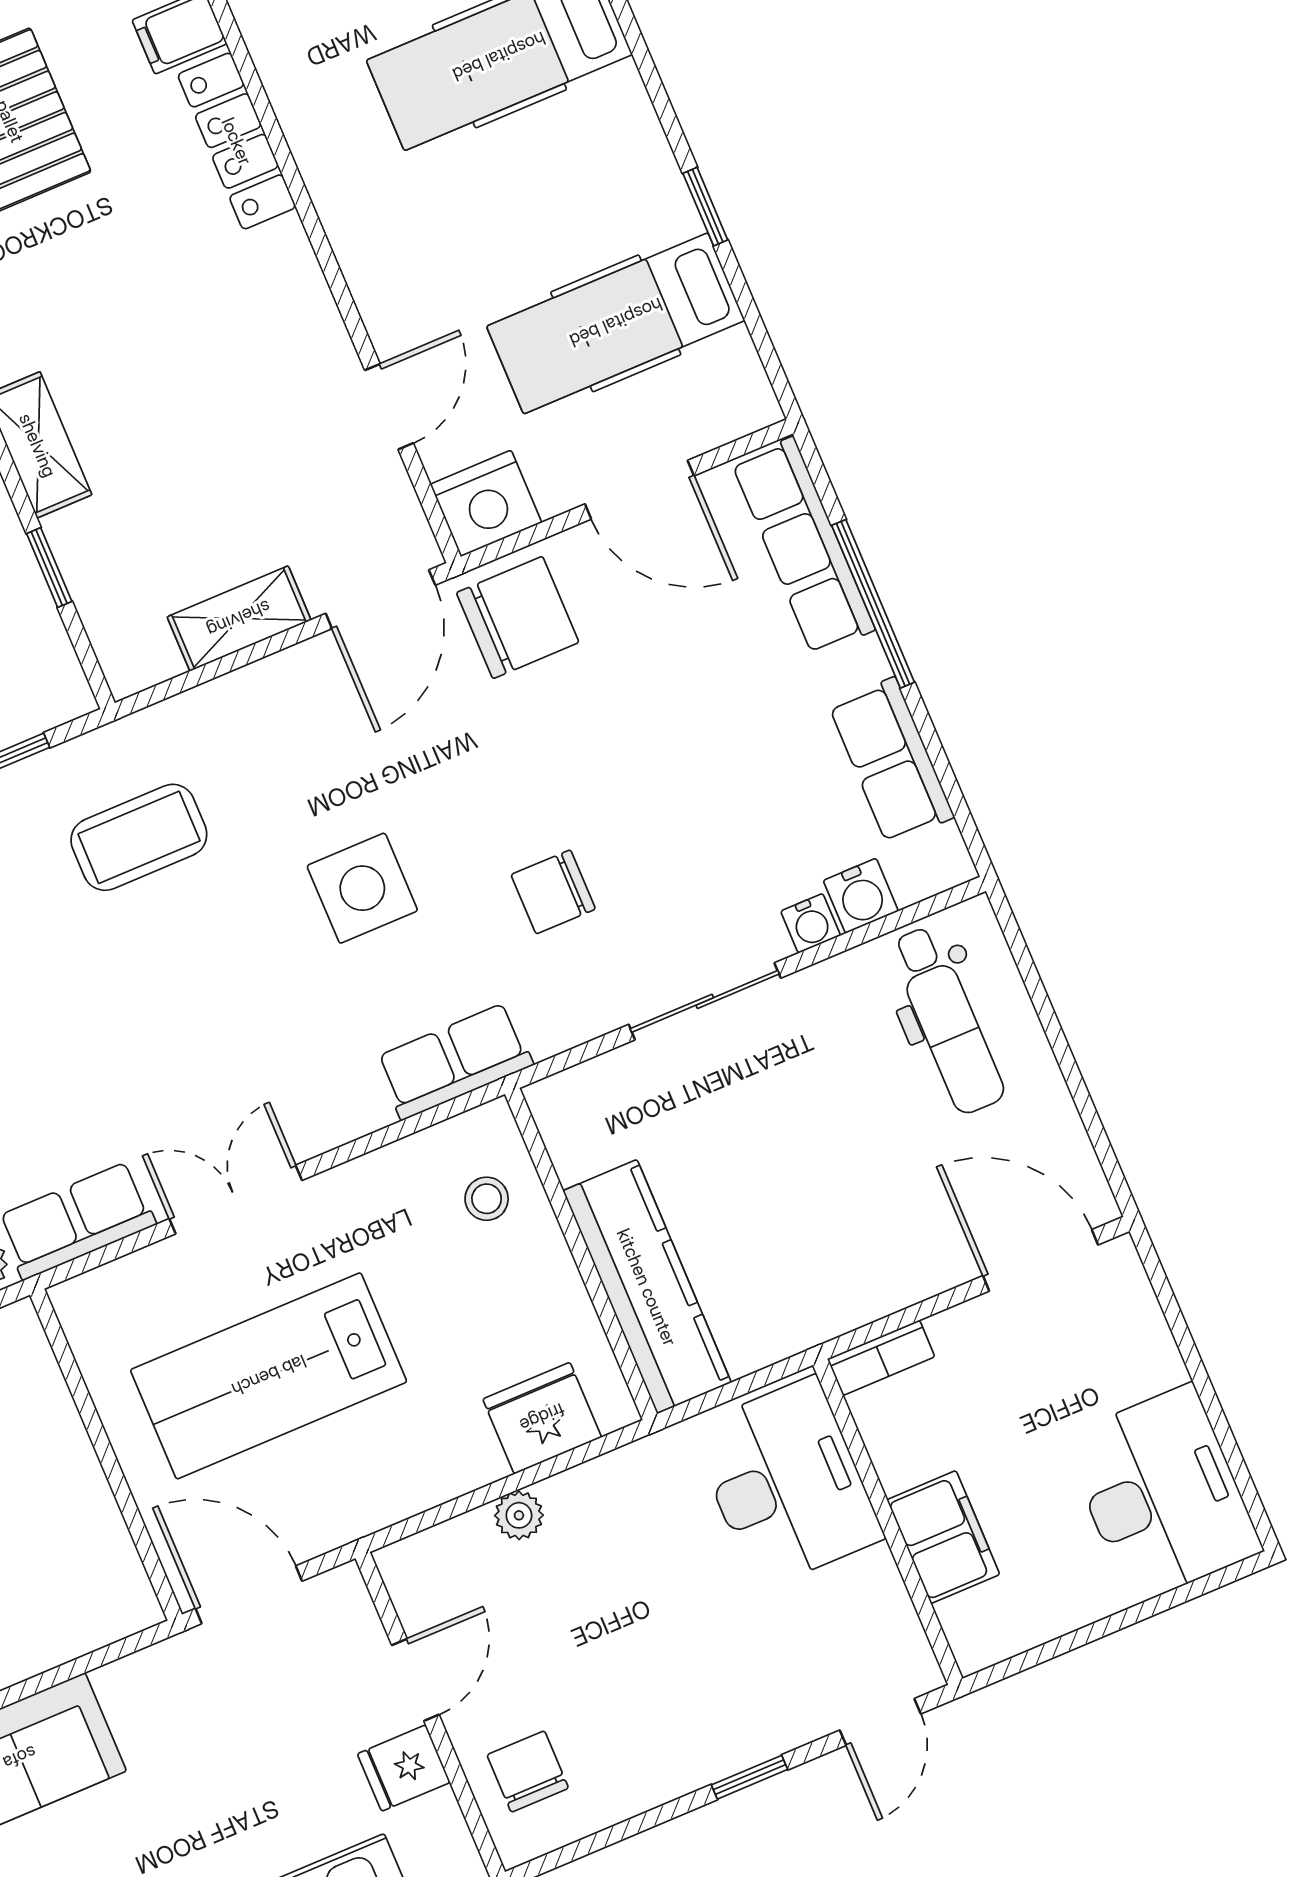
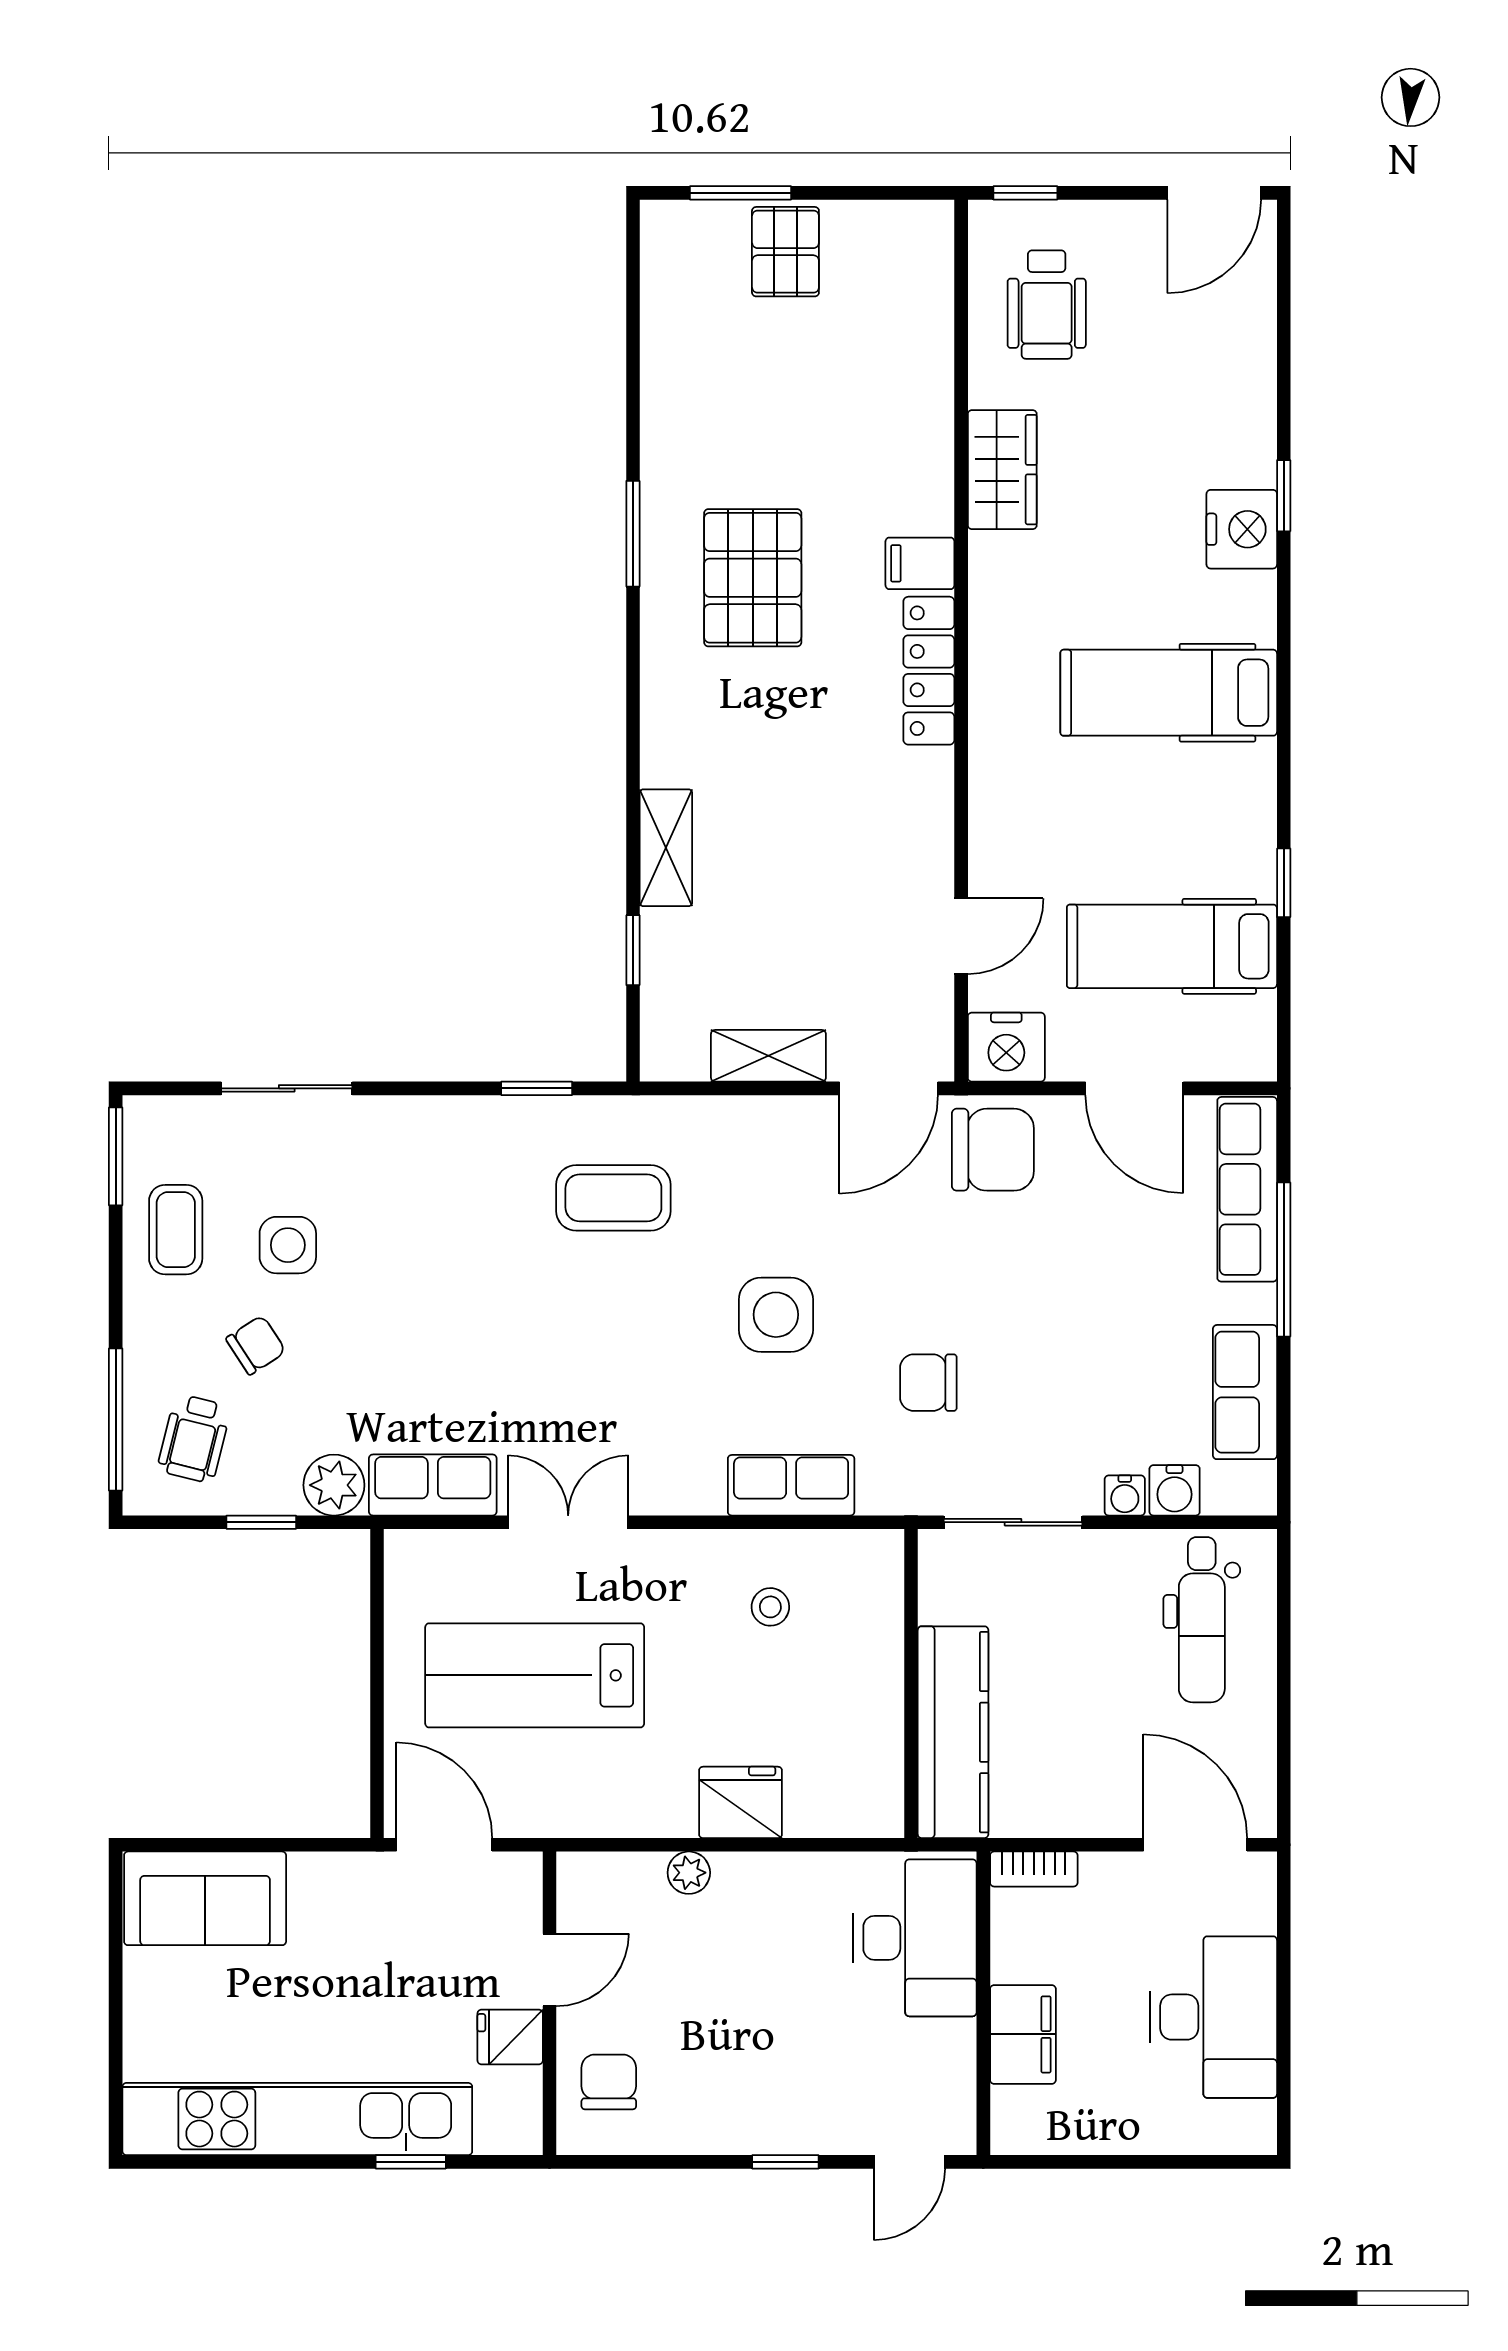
wall: (581, 1254) -> (911, 1684), moved
kitchen counter: (647, 1287) -> (953, 1732), moved
desk: (1162, 1494) -> (1214, 2017), moved

